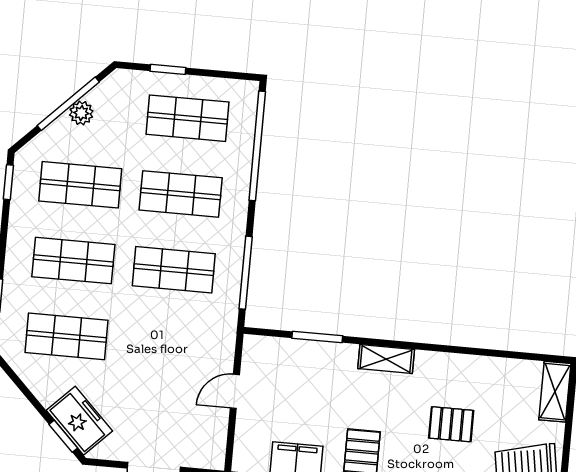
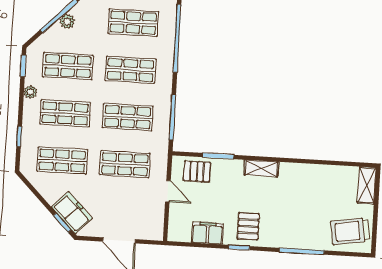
plant: (19, 225) -> (30, 92), added
shop shelf: (167, 345) -> (125, 164), added
door: (235, 391) -> (168, 191), swing flipped
pallet: (451, 424) -> (197, 171), moved

